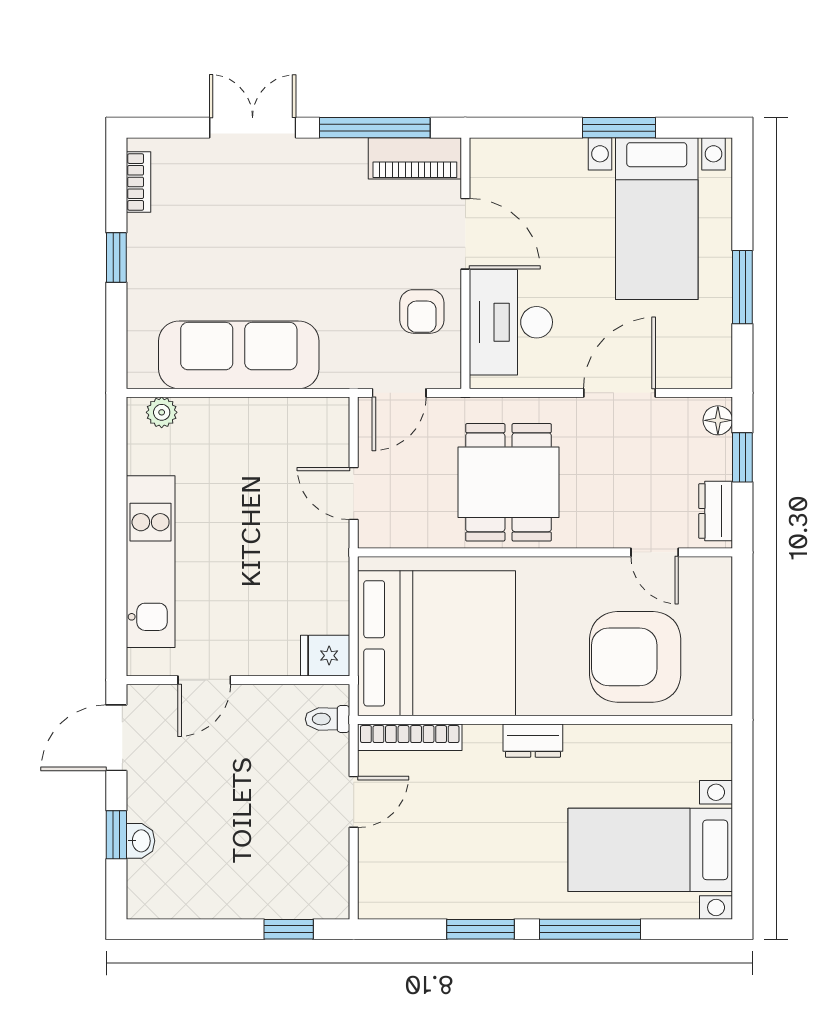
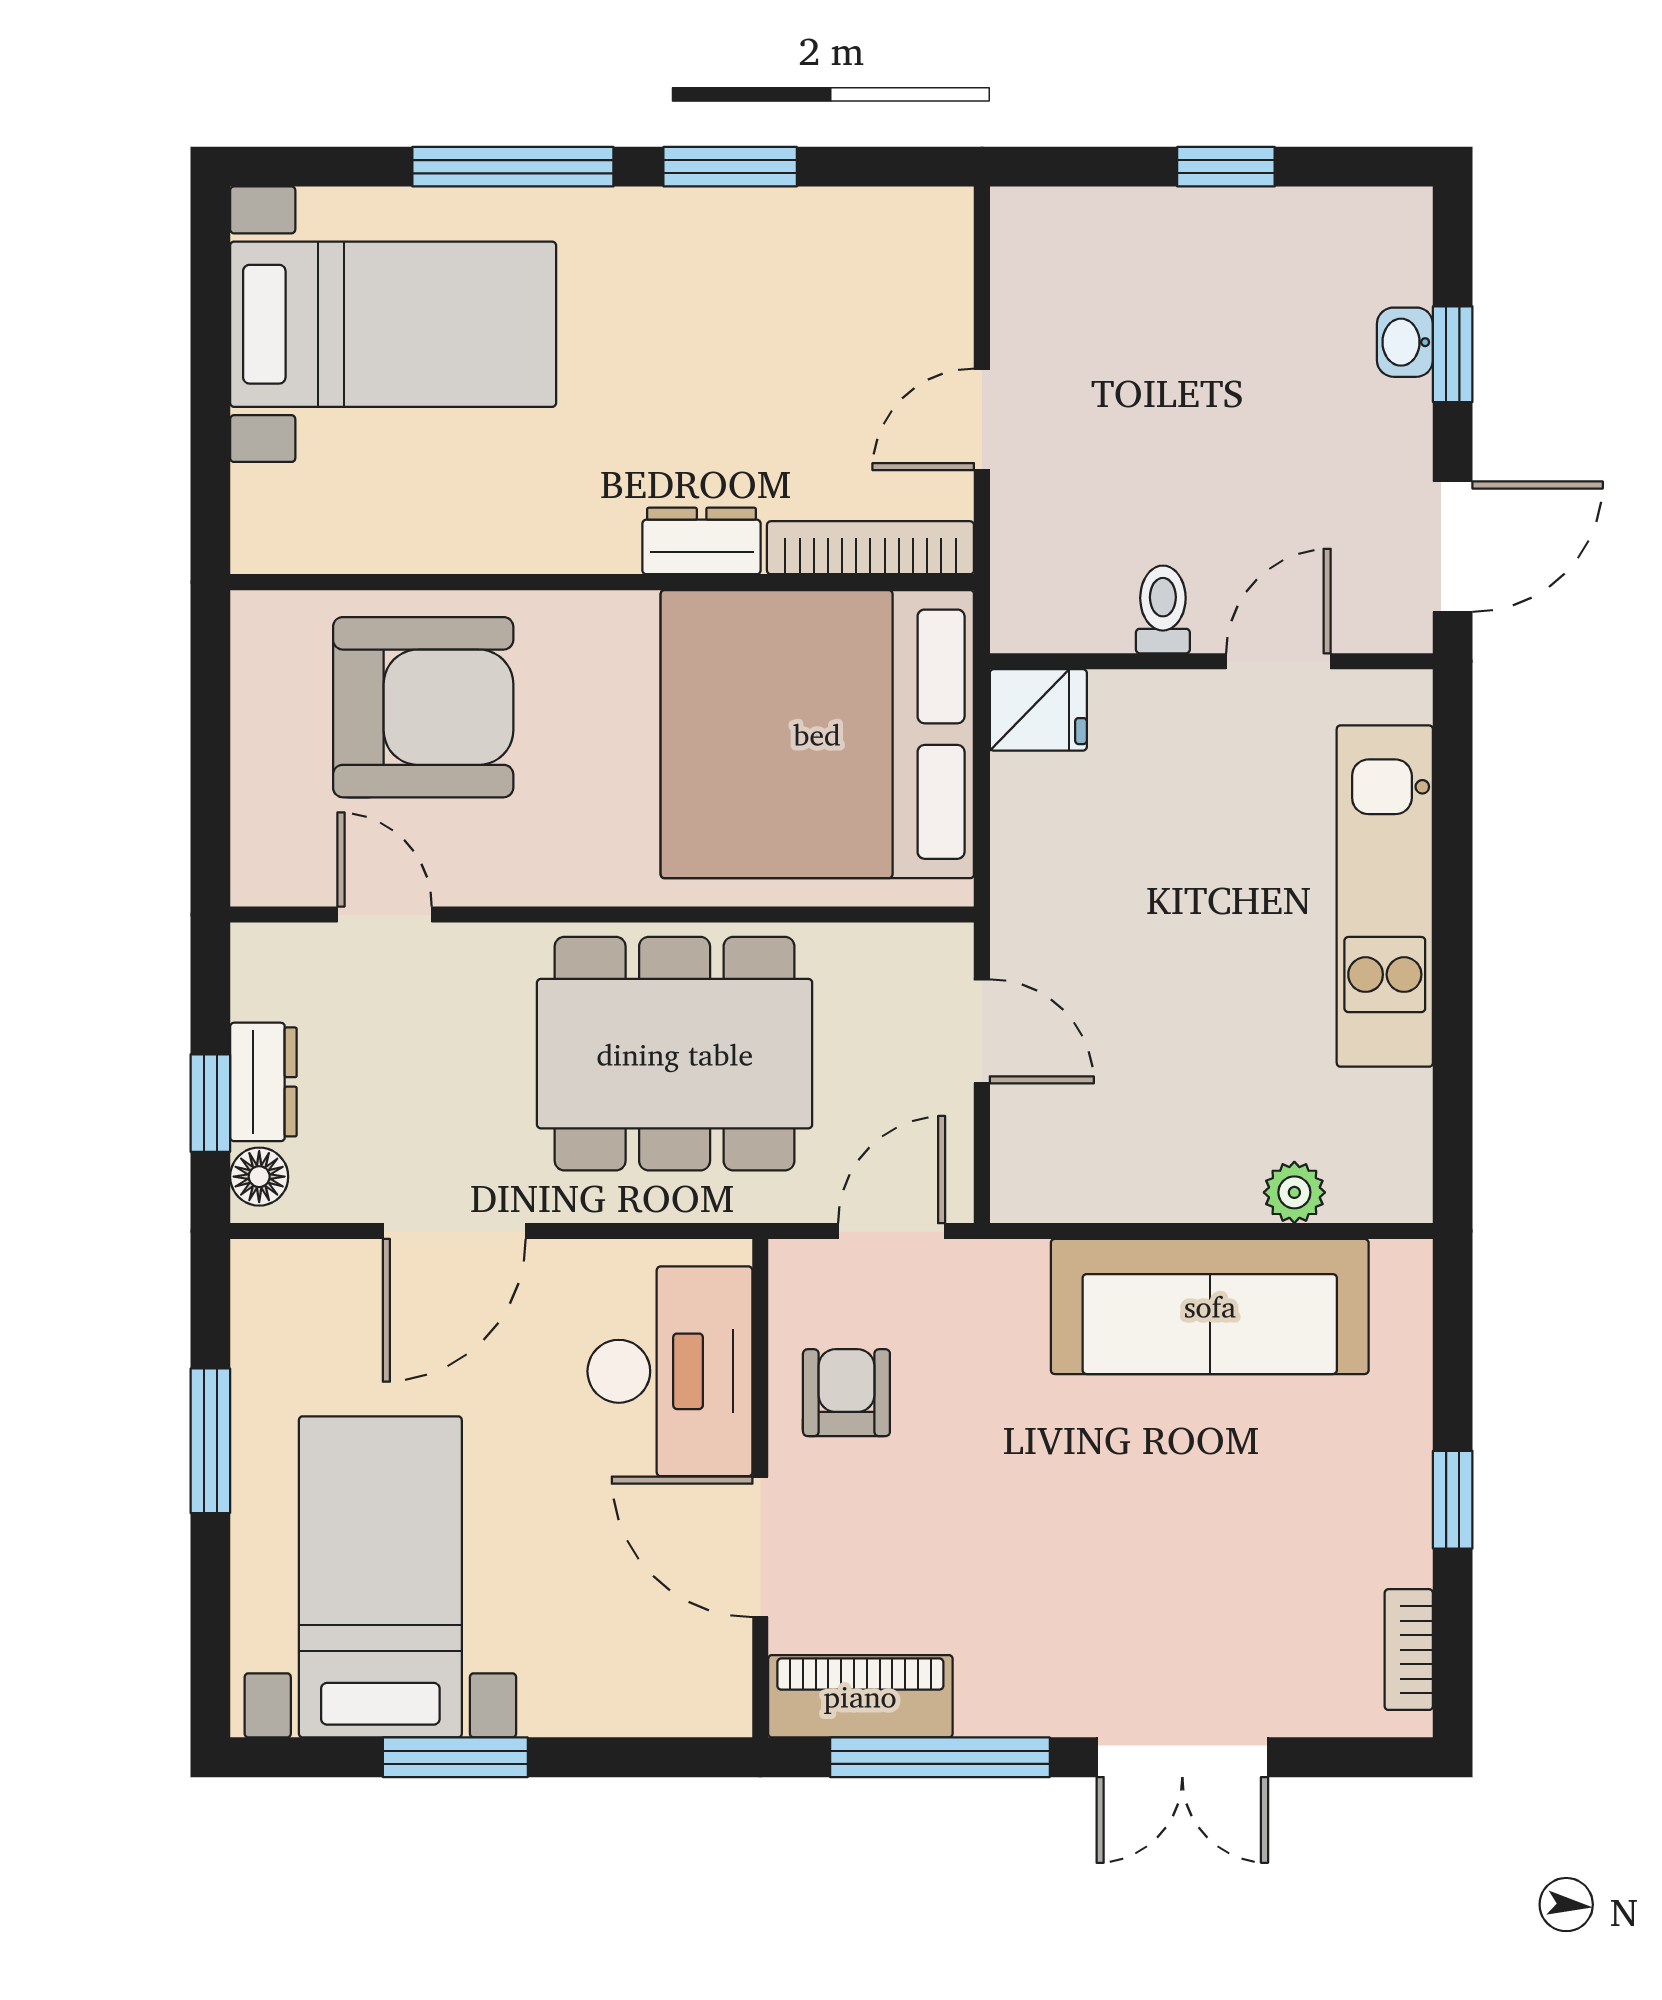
plant: (162, 412) -> (1294, 1192), moved
dining table: (508, 482) -> (675, 1054), width x1.38
dresser: (716, 511) -> (263, 1082), moved
toilet: (328, 719) -> (1163, 609), moved, turned -90
dresser: (533, 741) -> (702, 541), moved
window: (289, 929) -> (1226, 167), moved

